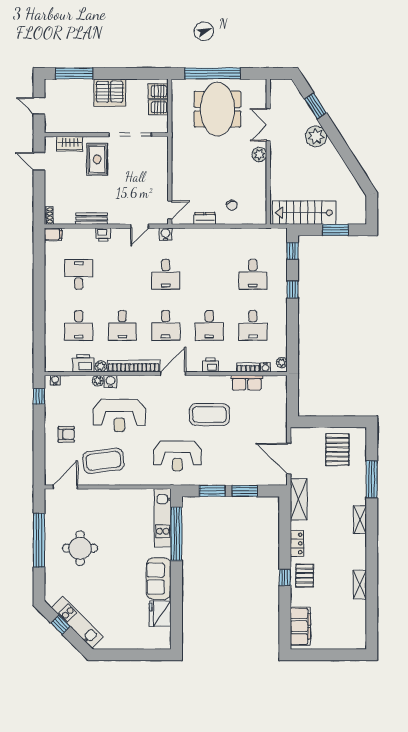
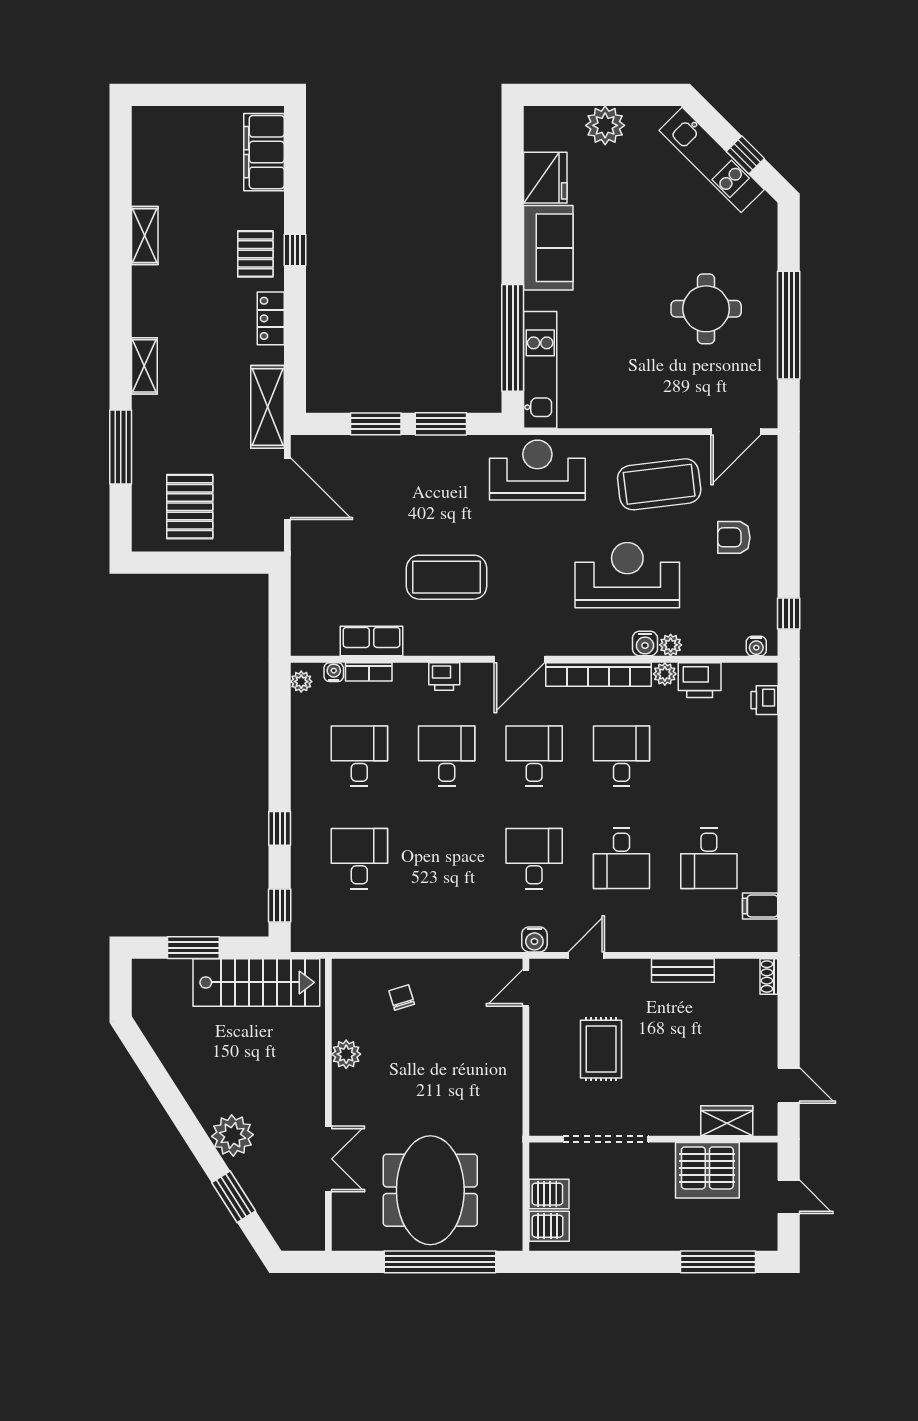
server rack: (110, 93) -> (707, 1170), moved, turned 180
plant: (259, 155) -> (346, 1054), moved
rug: (97, 159) -> (601, 1049), moved
dresser: (205, 218) -> (456, 971), removed
filing cabinet: (53, 234) -> (760, 906), moved
printer: (103, 234) -> (764, 700), moved, turned -90
desk: (79, 325) -> (621, 858), moved, turned 180
reception desk: (177, 456) -> (537, 470), moved
plant: (130, 640) -> (605, 125), added

